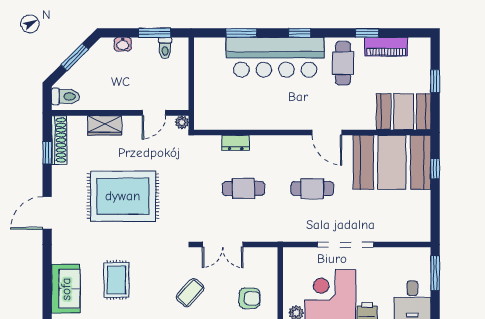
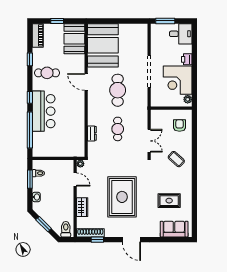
window: (241, 33) -> (30, 130), width x2.11
piano: (386, 47) -> (38, 35), moved
bar counter: (275, 57) -> (44, 111), width x0.73
door: (327, 132) -> (86, 82), swing flipped
window: (435, 169) -> (106, 21), removed
cafe table: (312, 189) -> (118, 90), width x1.37, depth x1.35

